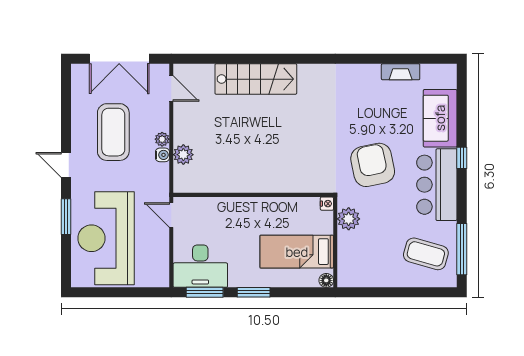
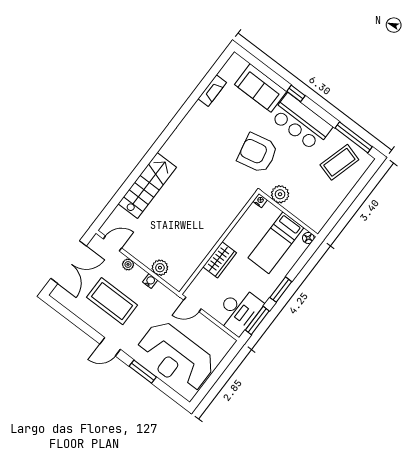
plant: (162, 139) -> (128, 264), moved
wardrobe: (237, 208) -> (220, 260), added

